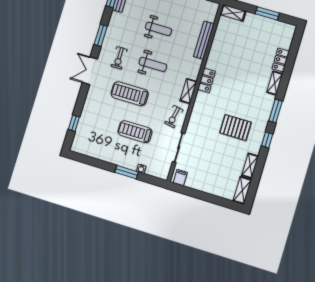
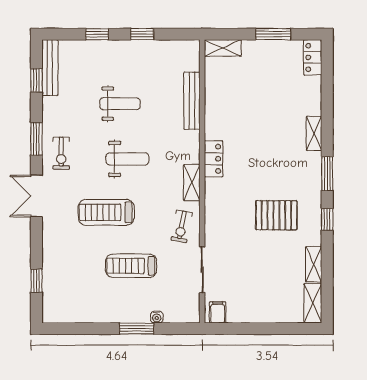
exercise bike: (119, 58) -> (61, 153), moved
locker: (281, 60) -> (313, 57), moved

